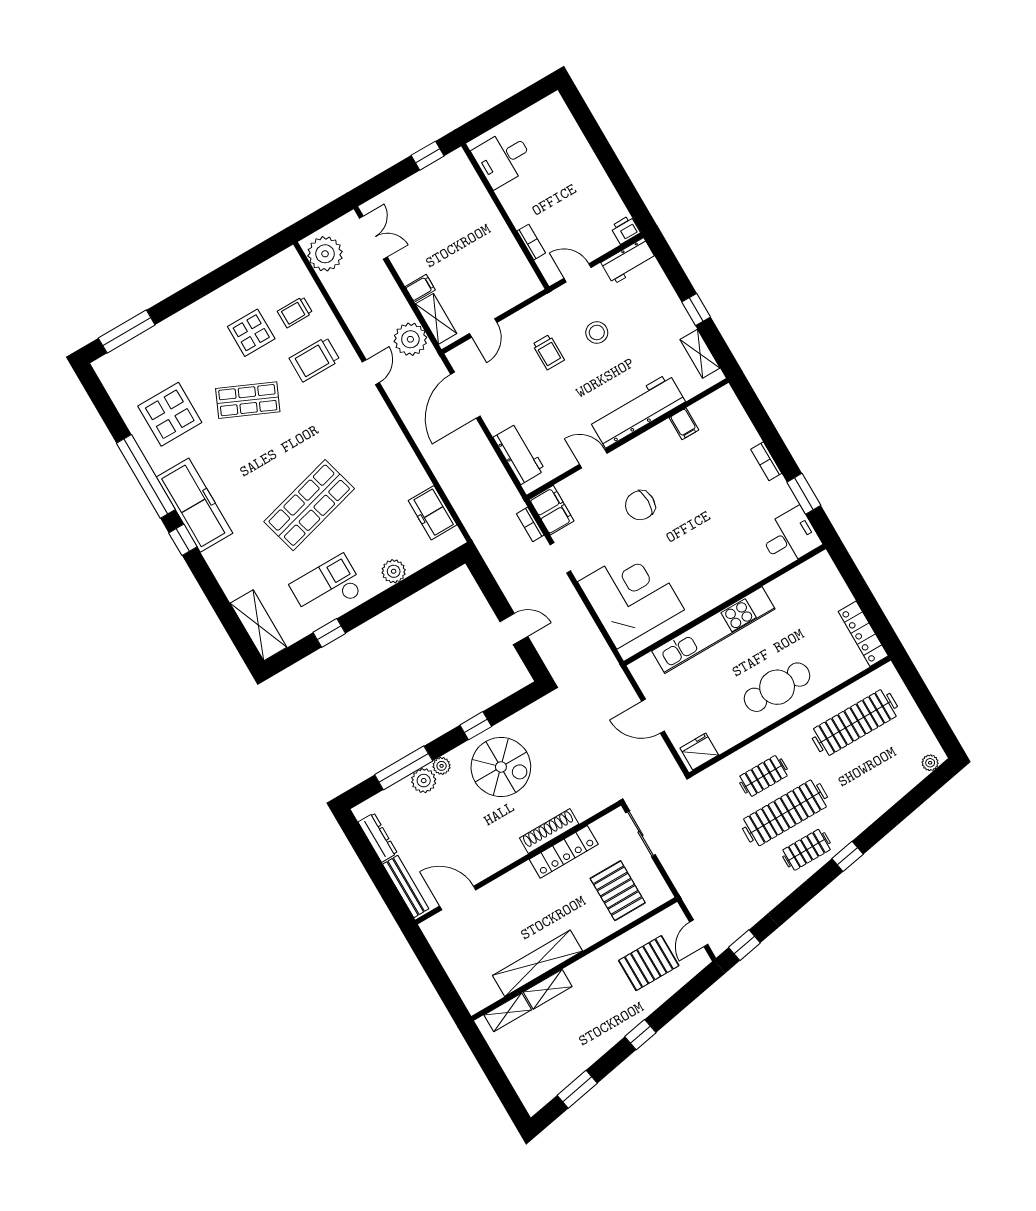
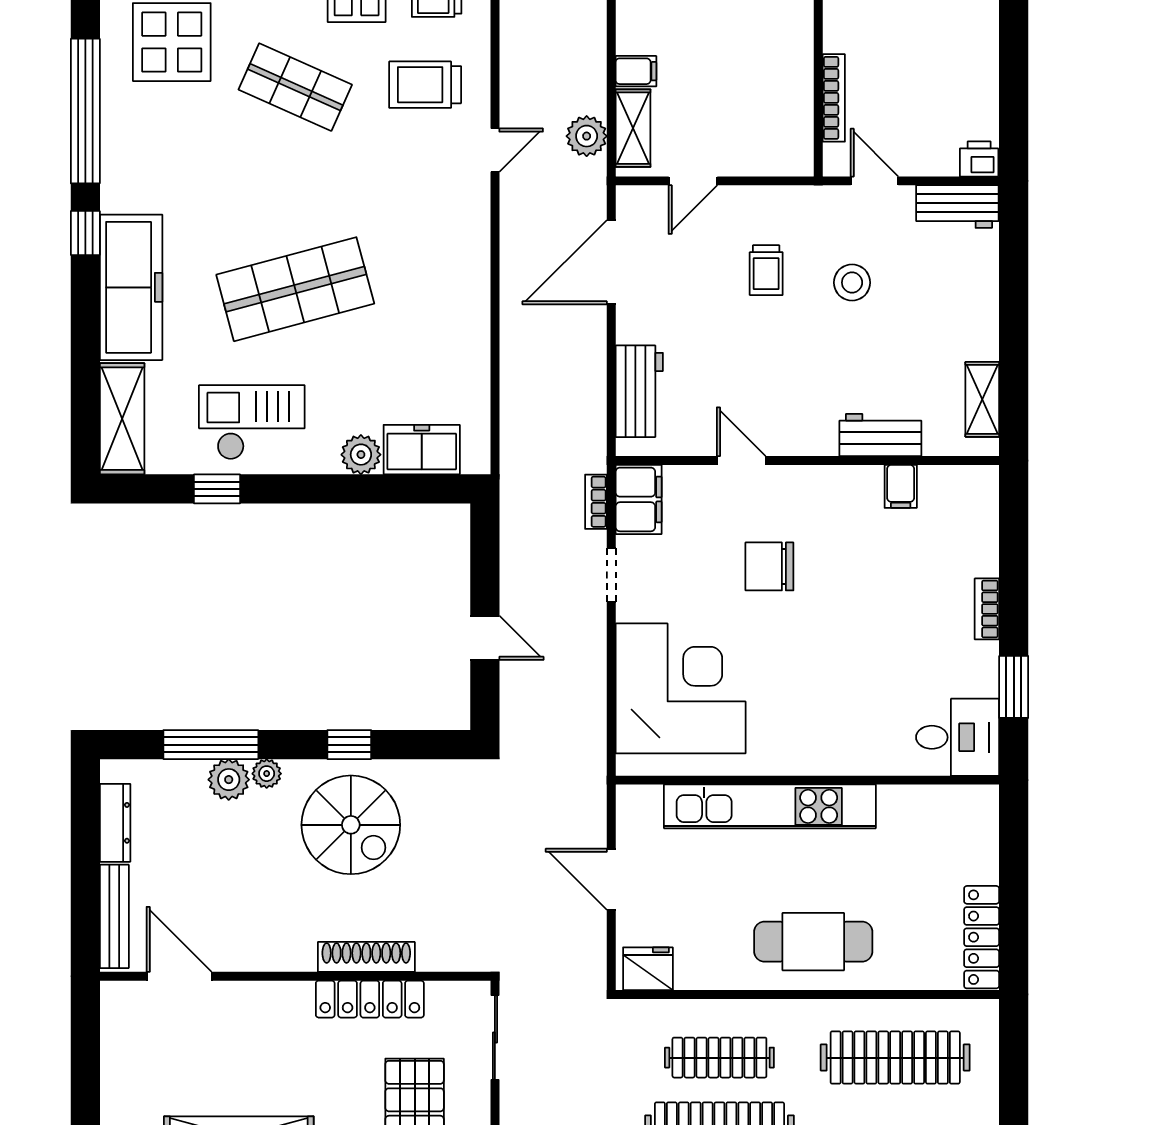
bookcase: (531, 242) -> (834, 98), width x1.56
window: (696, 309) -> (1014, 333), removed
plant: (410, 339) -> (587, 136), width x0.73, depth x0.73
workbench: (637, 411) -> (880, 435), width x0.53, depth x0.76
freezer: (195, 505) -> (131, 287), moved
freezer: (433, 513) -> (422, 450), moved, turned 90
clothes rail: (763, 776) -> (719, 1058), width x1.36

